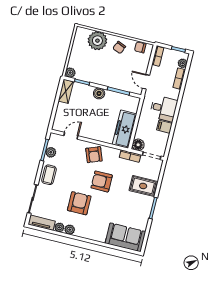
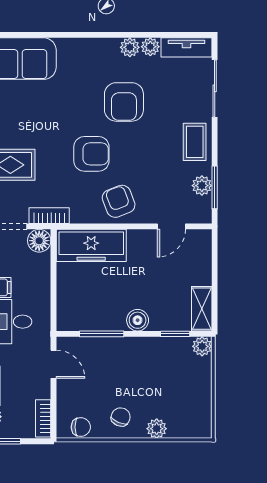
plant: (97, 41) -> (157, 429), width x0.53, depth x0.53
freezer: (124, 129) -> (91, 245), moved, turned 90

